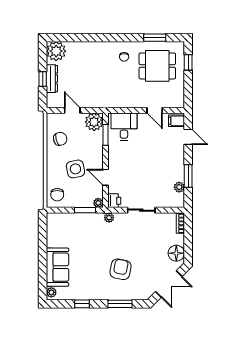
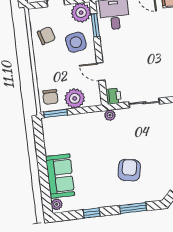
side table: (75, 169) -> (76, 42), moved
plant: (98, 203) -> (75, 98), moved, width x1.88, depth x1.88
window: (85, 210) -> (56, 113), moved

